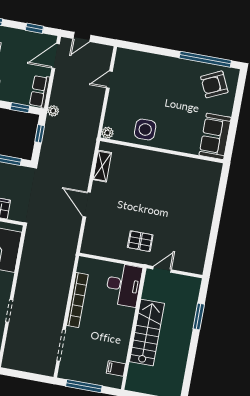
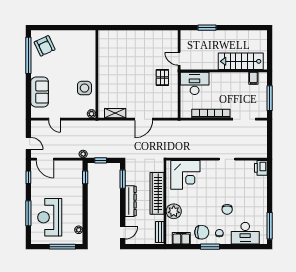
row of seats: (40, 91) -> (71, 166), removed
sofa: (215, 136) -> (40, 92), moved, turned -90
stairs: (147, 332) -> (241, 61), moved

